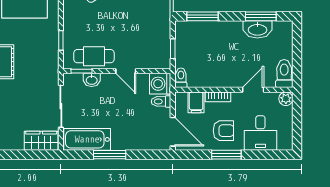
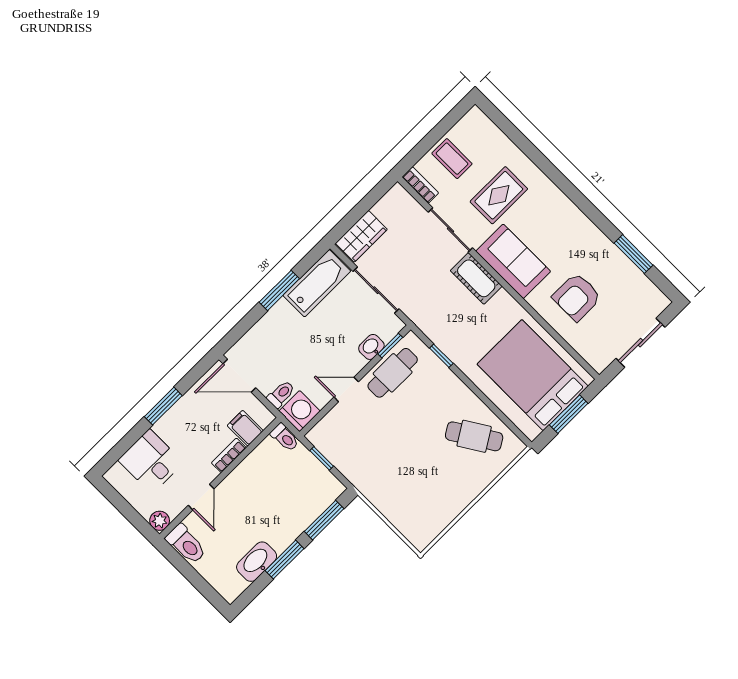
window: (261, 16) -> (285, 560), moved
armchair: (223, 131) -> (190, 427), removed

